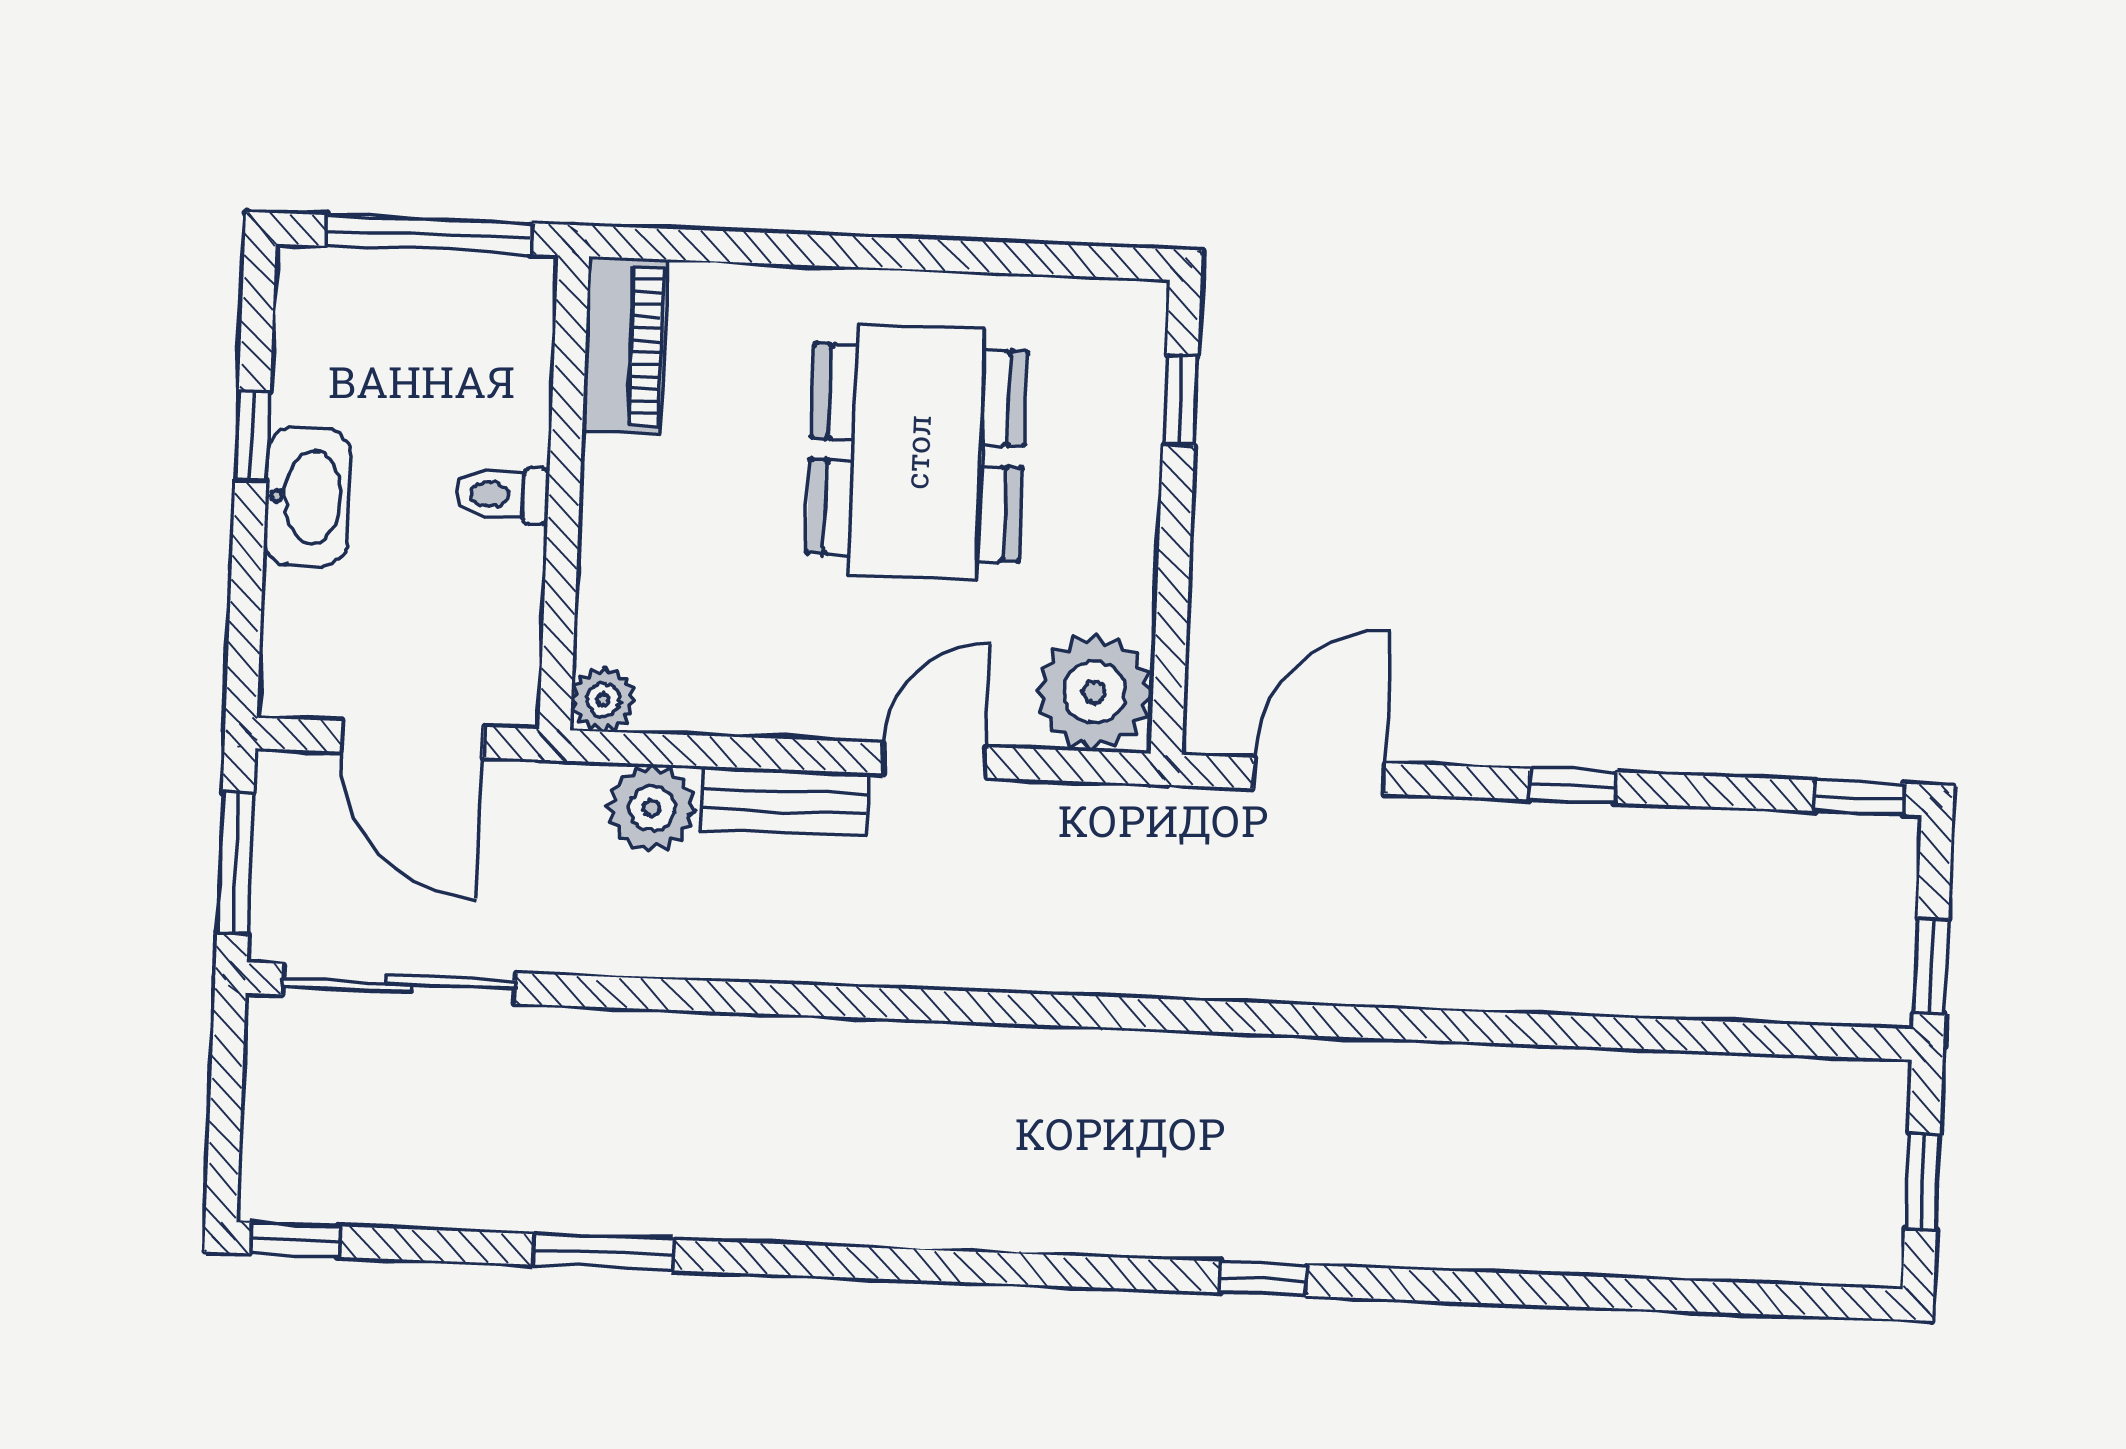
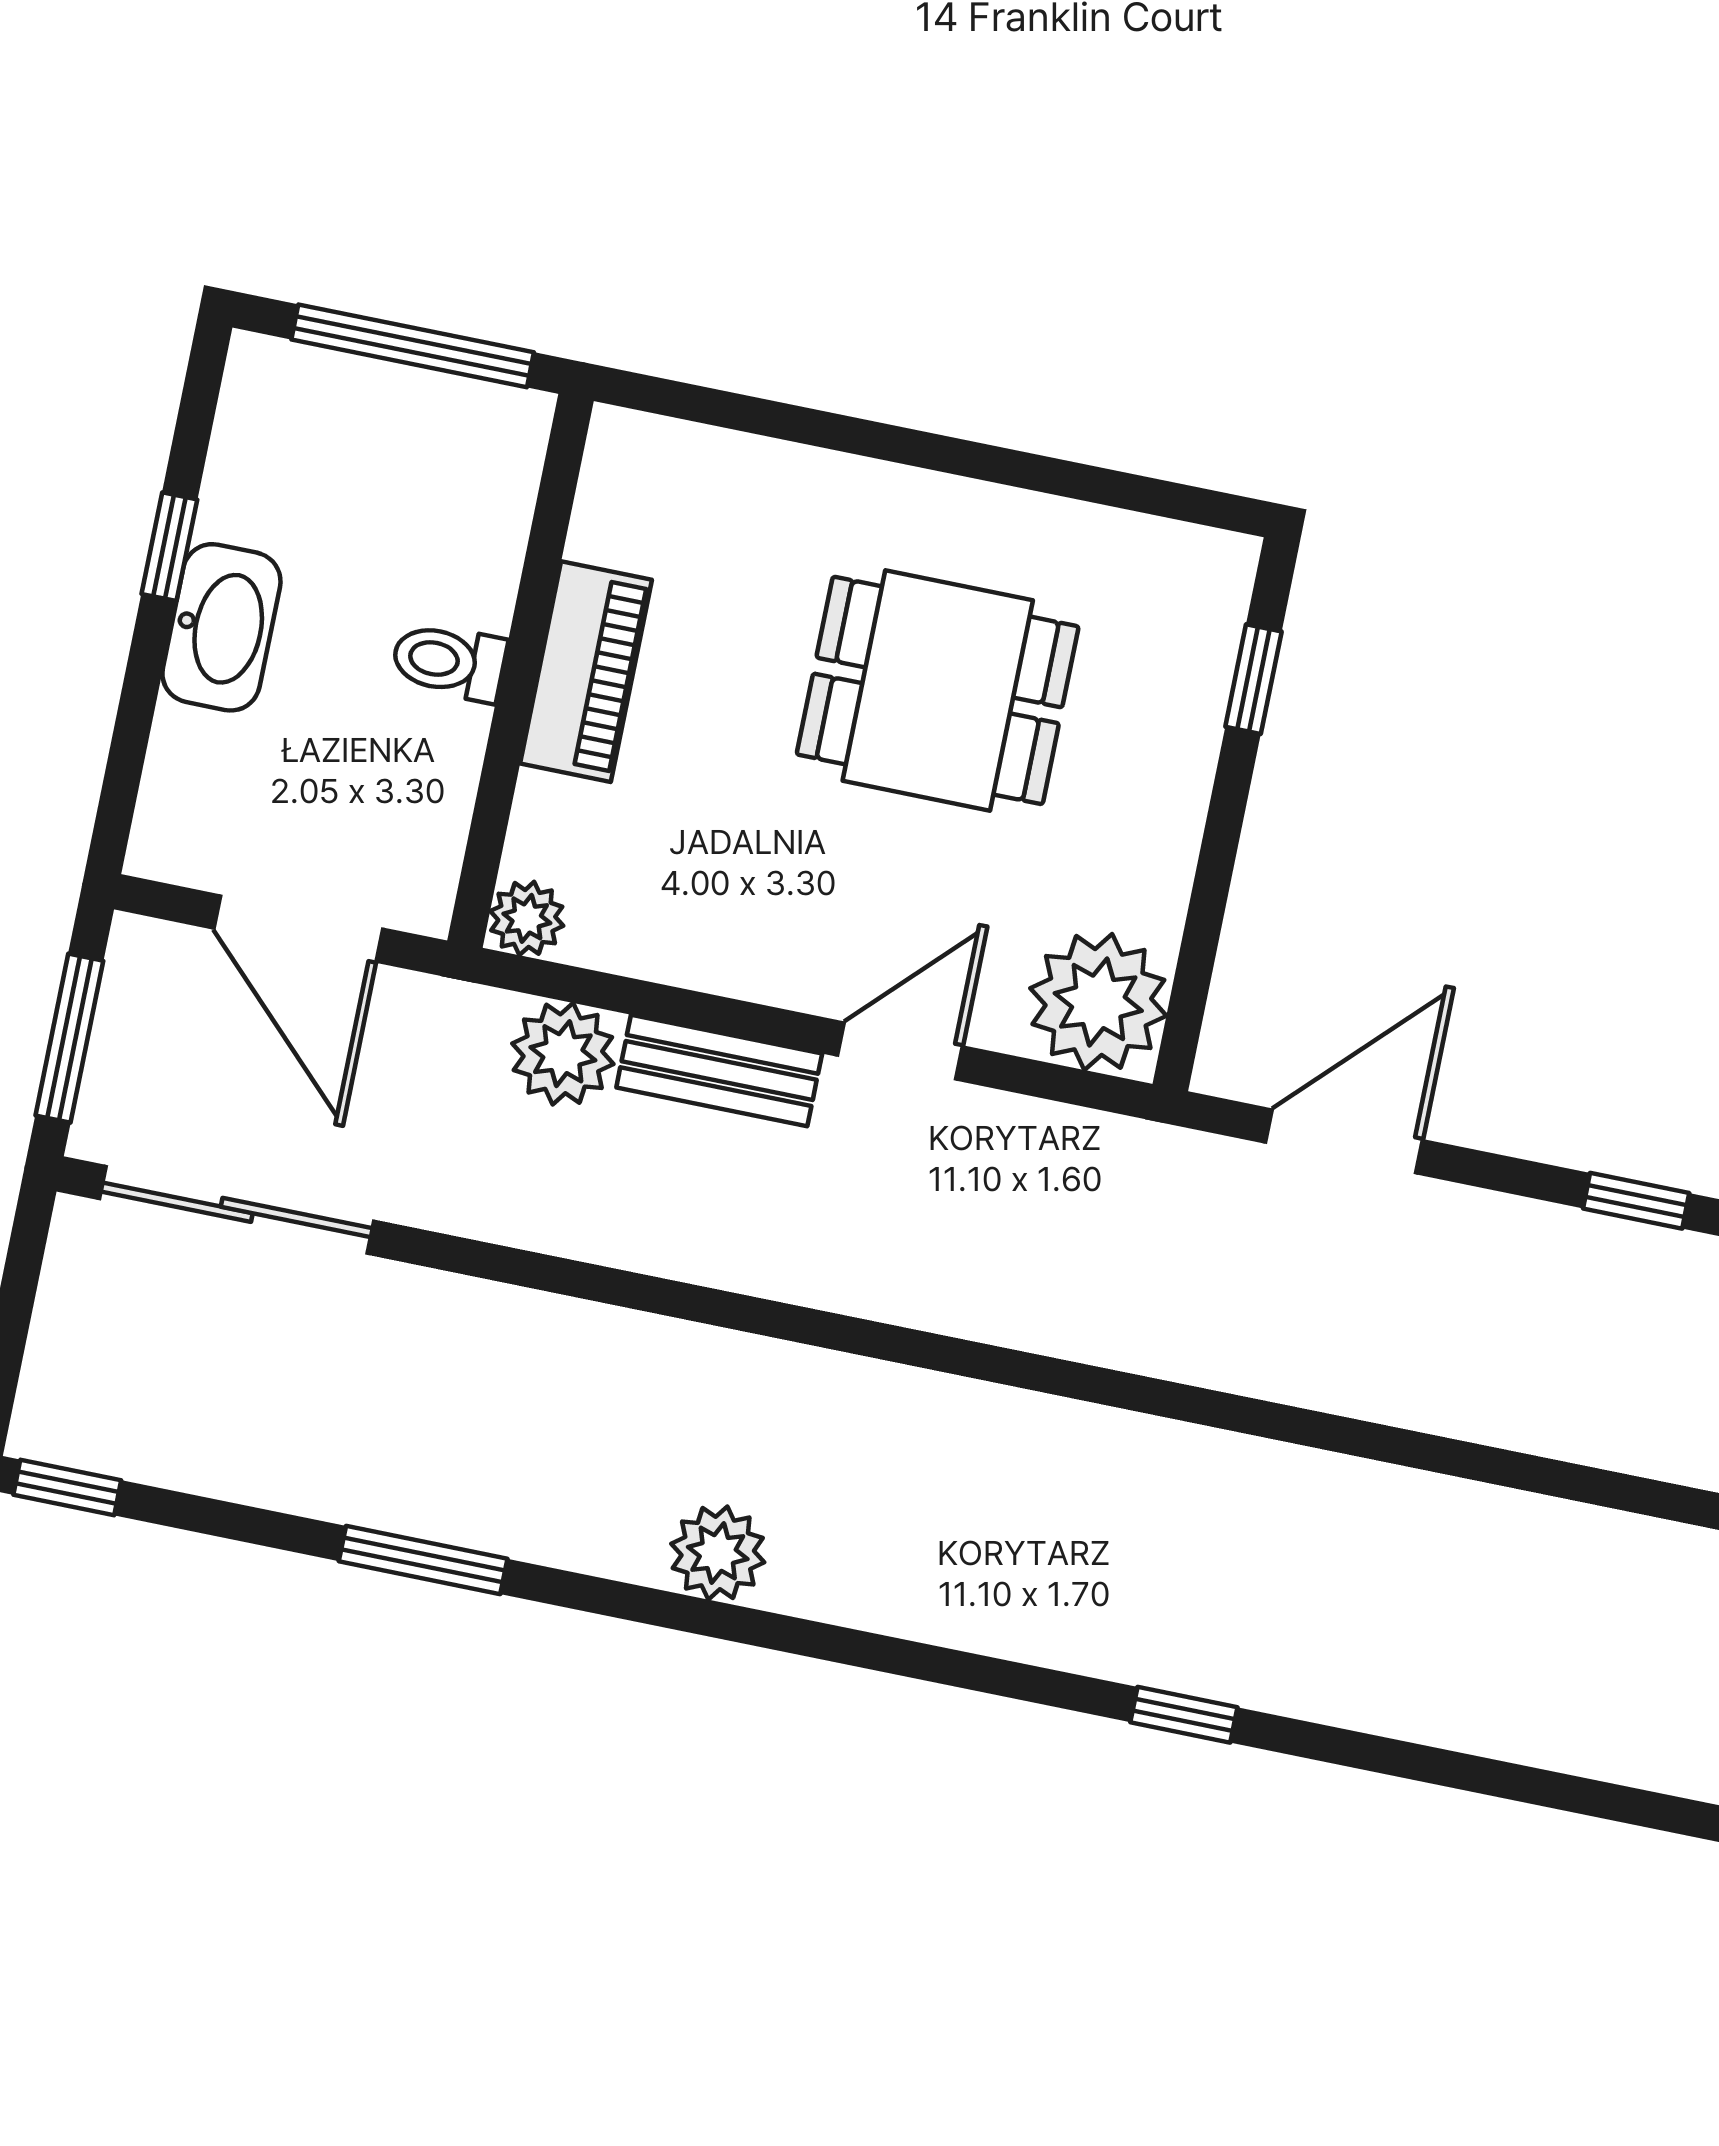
piano: (625, 346) -> (586, 672), moved
dining table: (917, 452) -> (938, 690), width x0.73
plant: (850, 1206) -> (718, 1553), added

